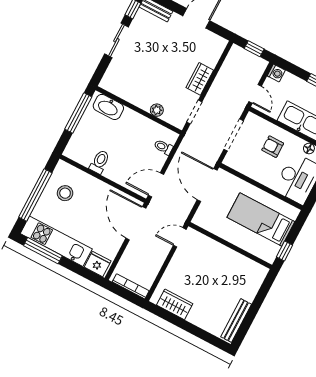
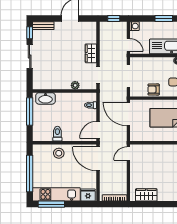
armchair: (273, 147) -> (154, 90), moved
stool: (65, 193) -> (59, 153), moved

